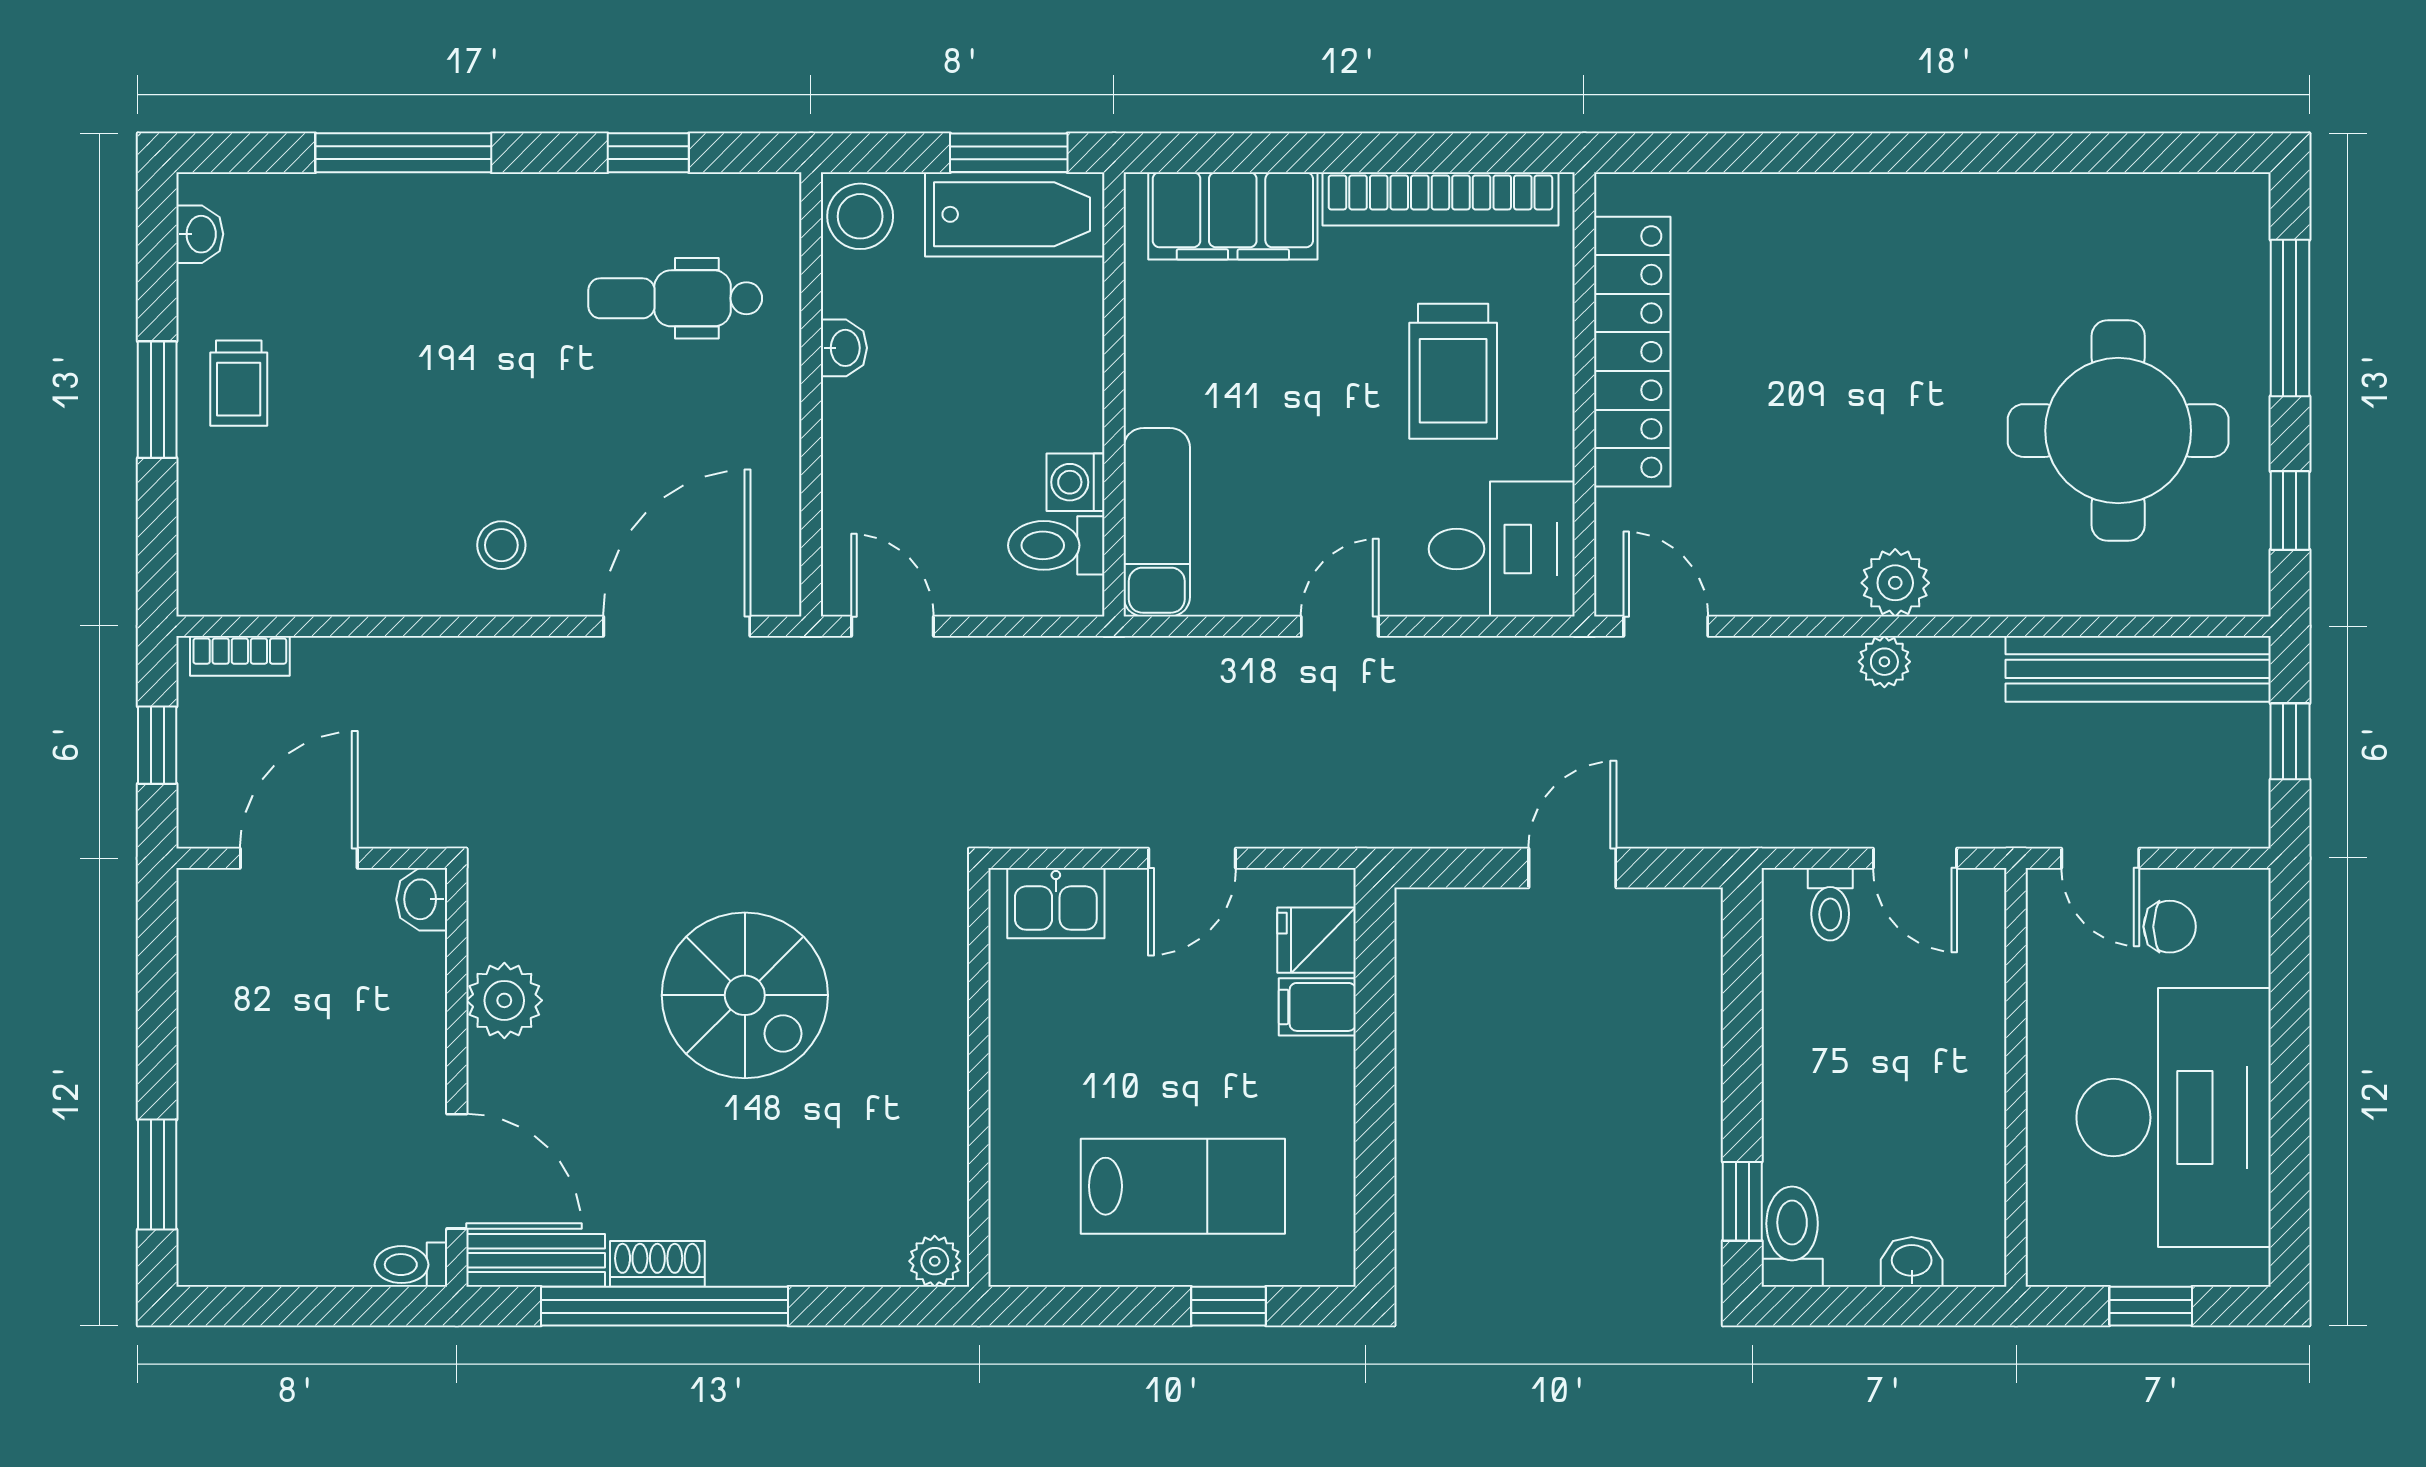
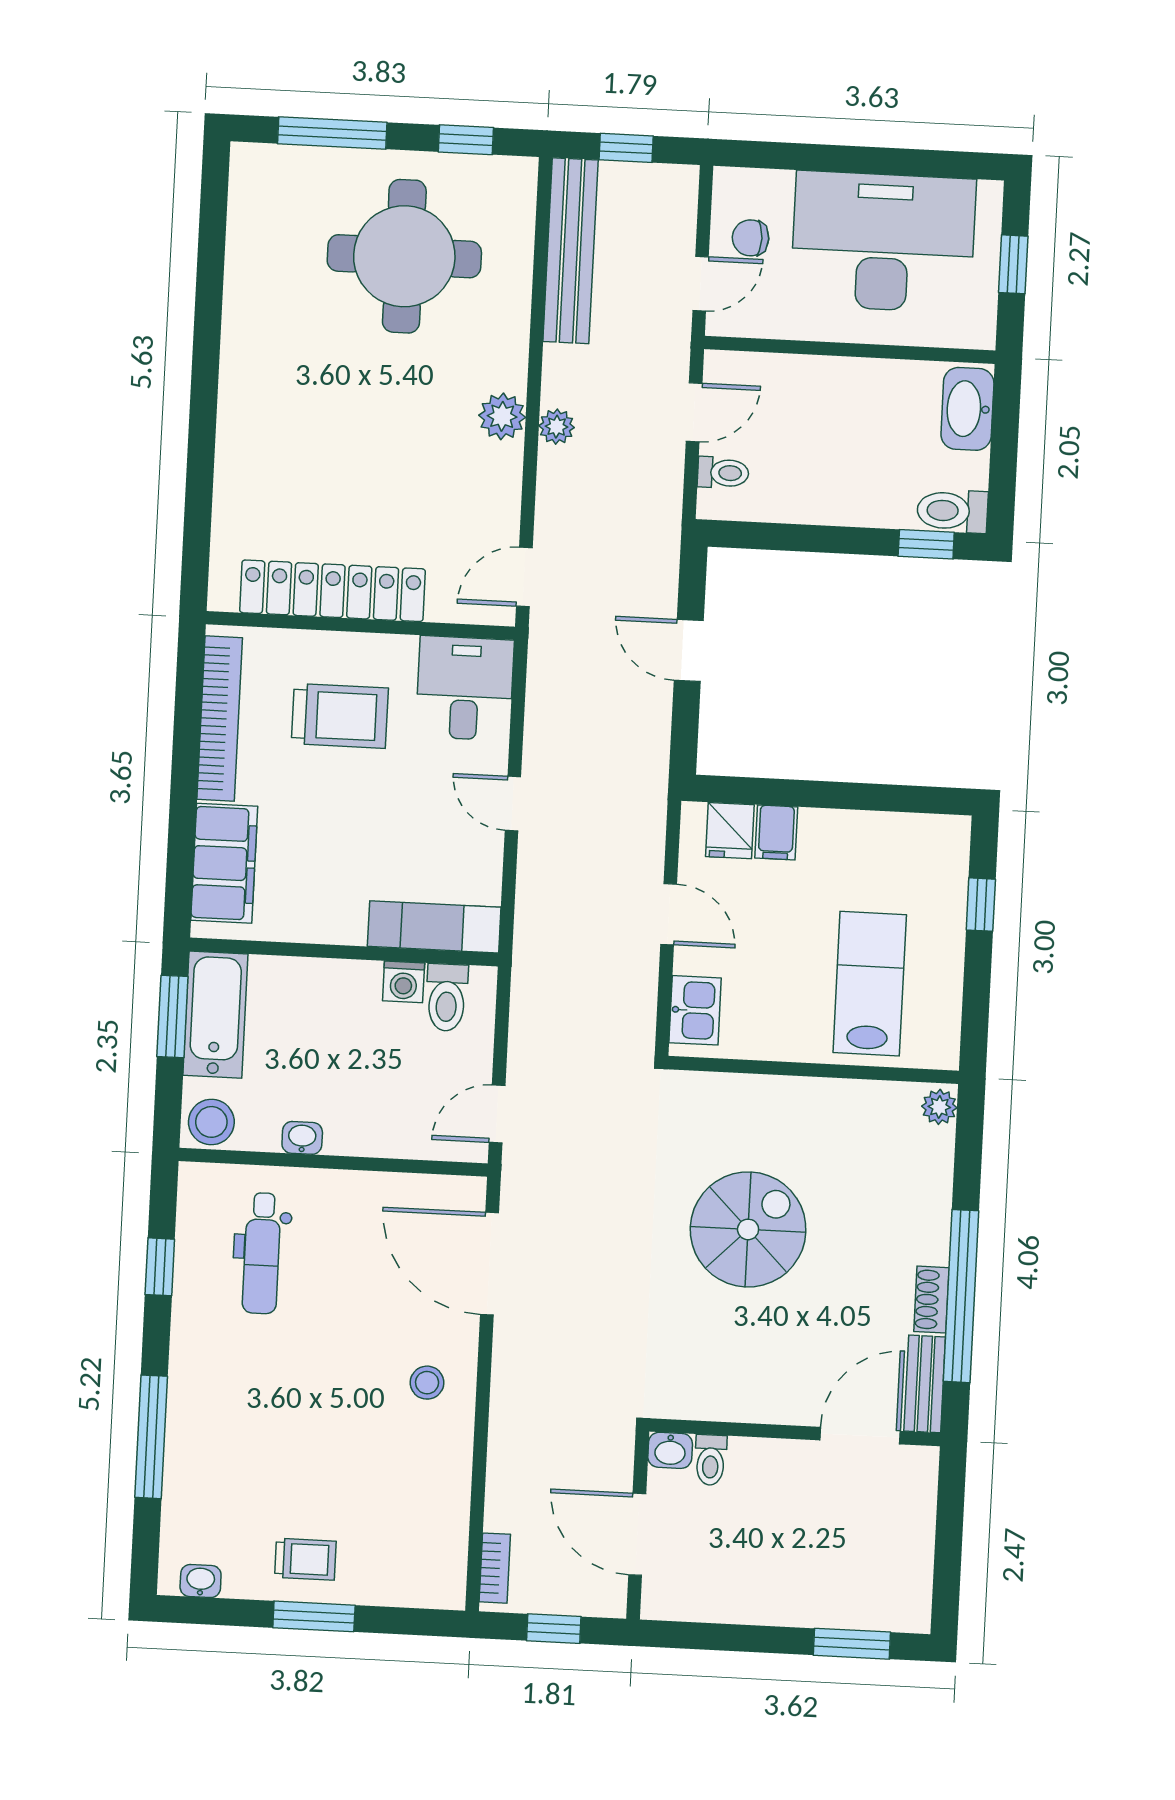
chair: (2170, 927) -> (751, 238), turned -90
plant: (504, 1000) -> (743, 1397), removed
lab bench: (1183, 1186) -> (870, 984), moved
washbasin: (1912, 1262) -> (967, 409), width x1.91, depth x1.45
toilet: (411, 1265) -> (711, 1460), moved

